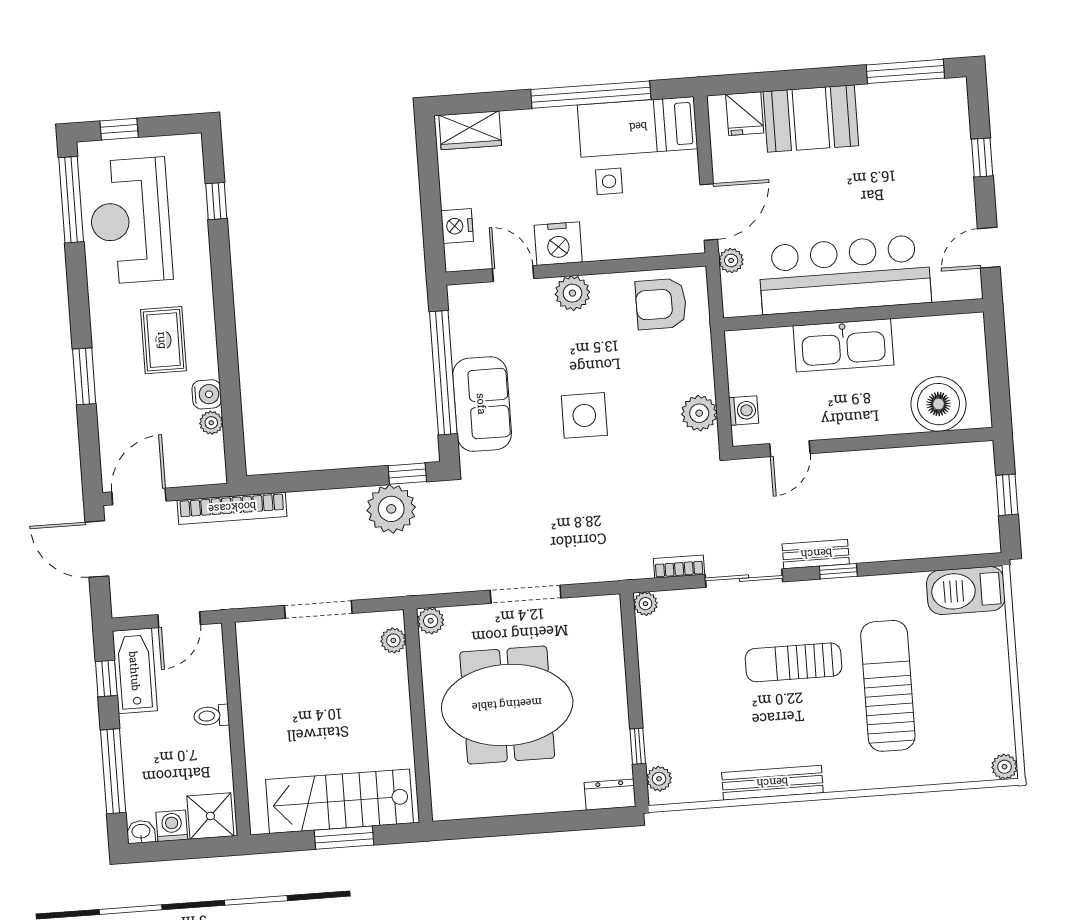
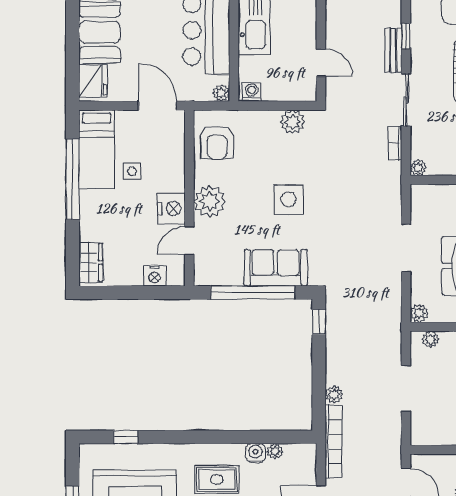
fridge: (745, 114) -> (93, 81), width x1.38
plant: (731, 260) -> (221, 93), moved
plant: (572, 293) -> (210, 201), width x1.36, depth x1.36
washing machine: (744, 411) -> (252, 92), moved
plant: (391, 509) -> (334, 394), moved, width x0.53, depth x0.53

